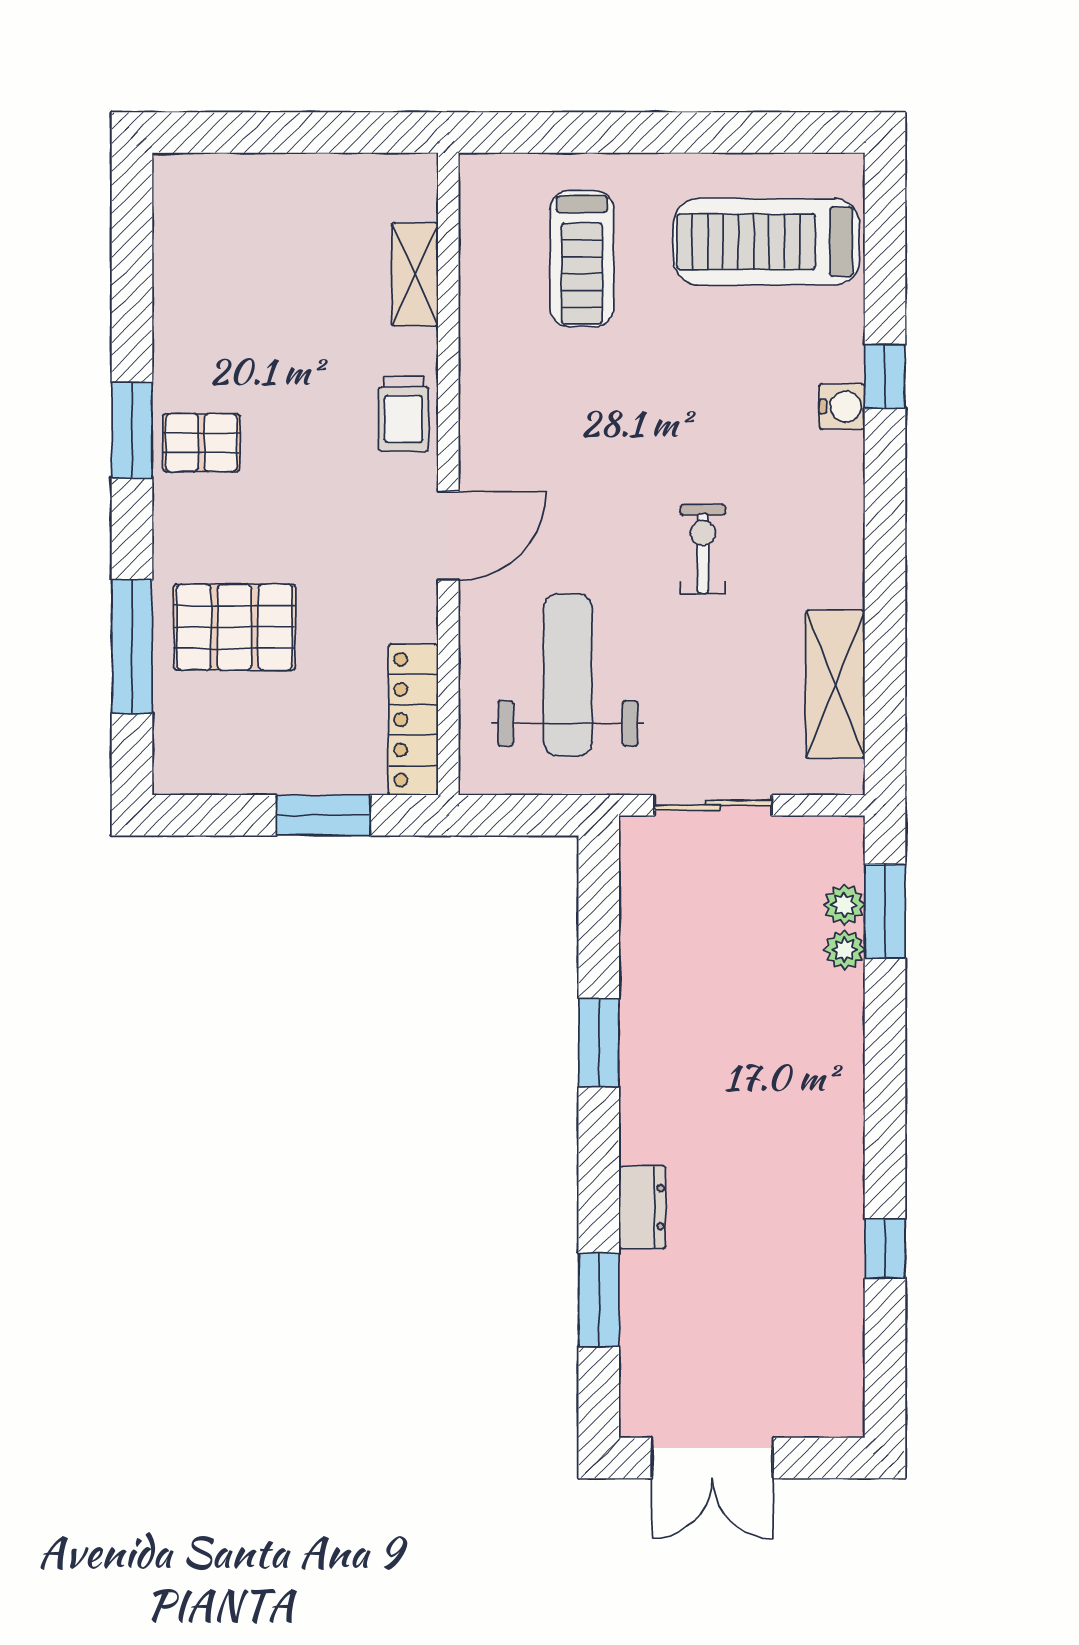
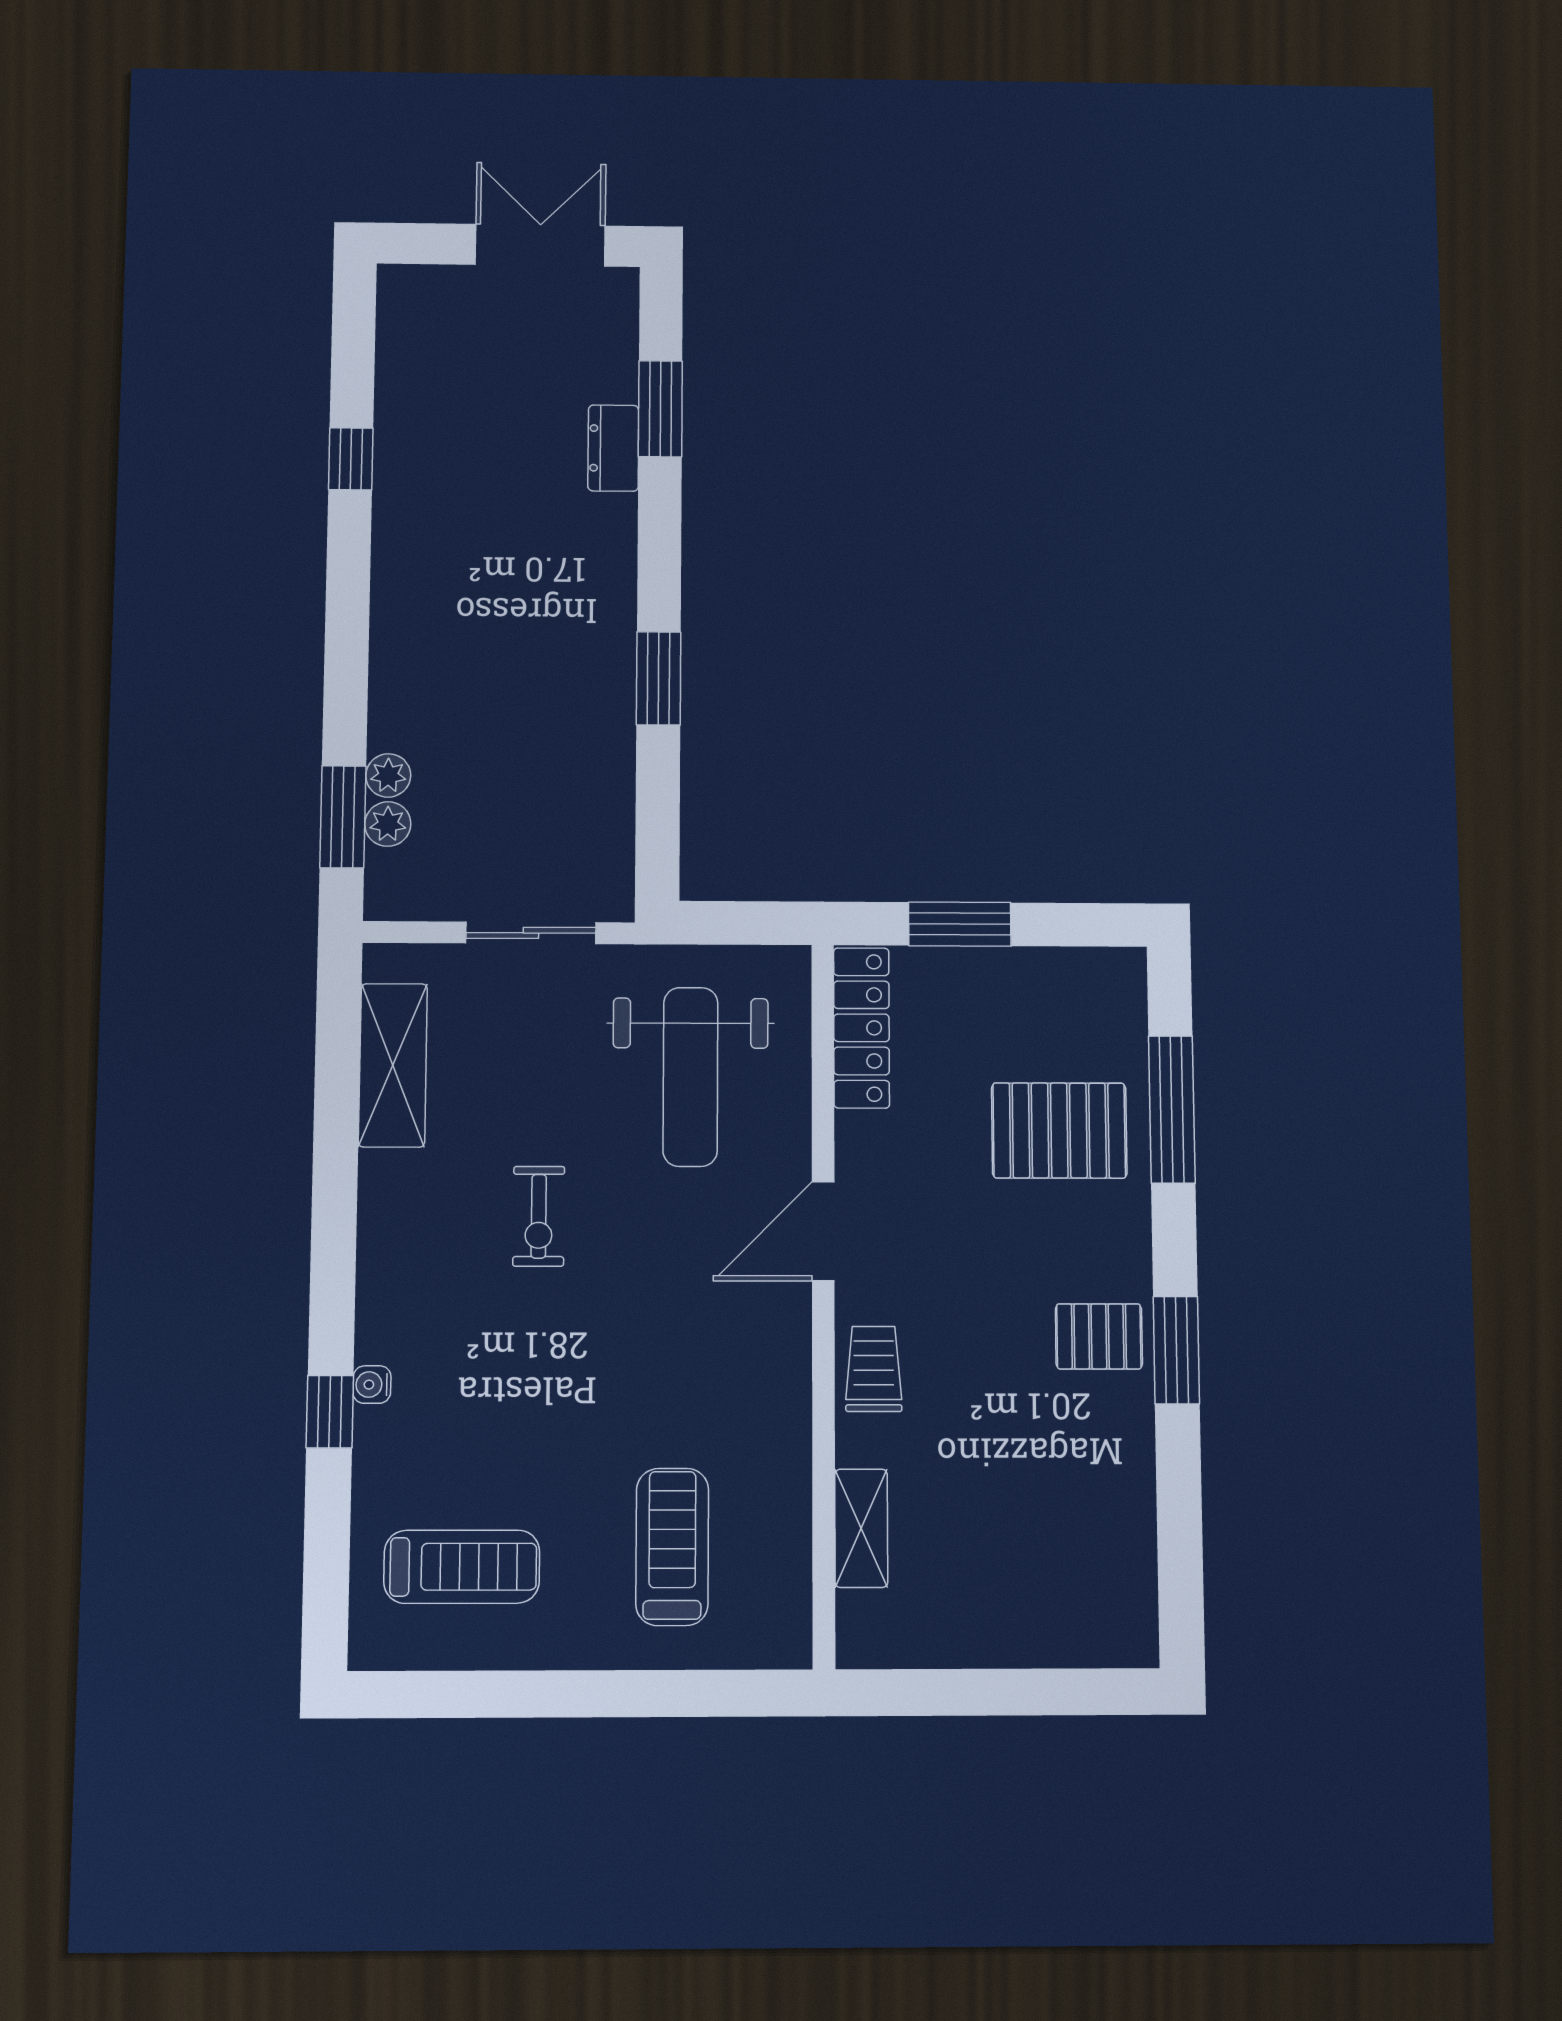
treadmill: (767, 242) -> (462, 1567), width x0.73, depth x0.73
water cooler: (842, 406) -> (372, 1385), width x0.72, depth x0.72
dresser: (642, 1207) -> (613, 448), moved

